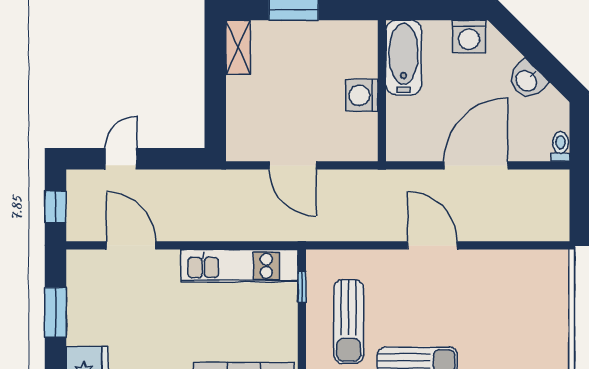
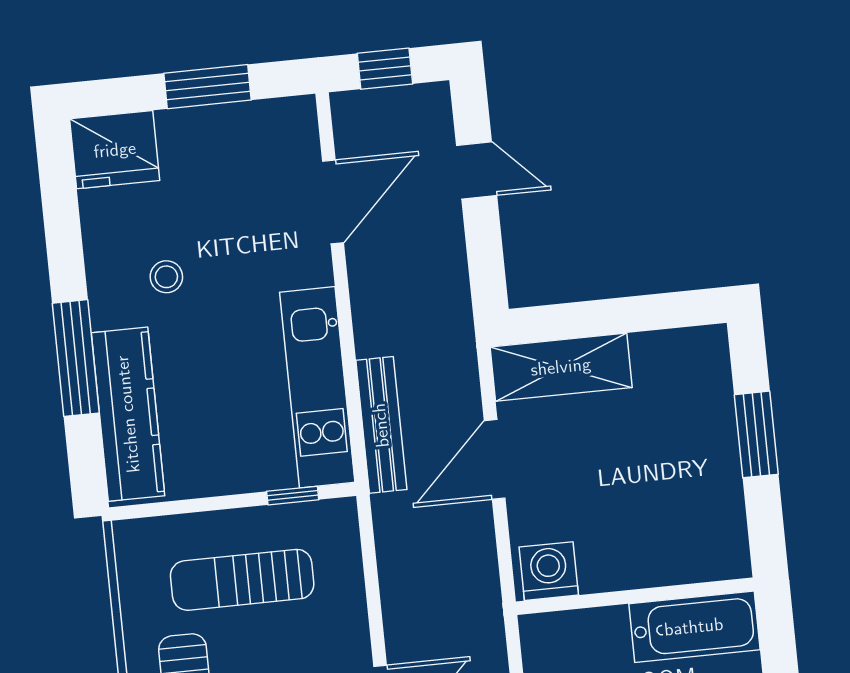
shelving: (238, 47) -> (561, 367), moved, width x1.50, depth x1.33
washing machine: (362, 95) -> (549, 571), moved
bench: (266, 230) -> (381, 425), added
stool: (165, 348) -> (166, 277), added

